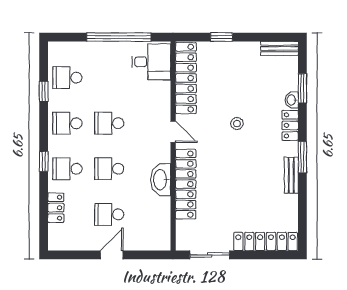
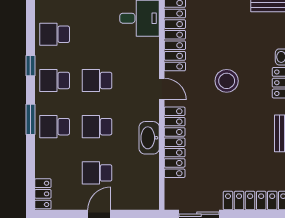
window: (44, 91) -> (30, 66), moved
stool: (237, 124) -> (227, 81), width x1.89, depth x1.89
window: (44, 161) -> (30, 119), width x1.50
locker: (56, 208) -> (43, 194), moved

